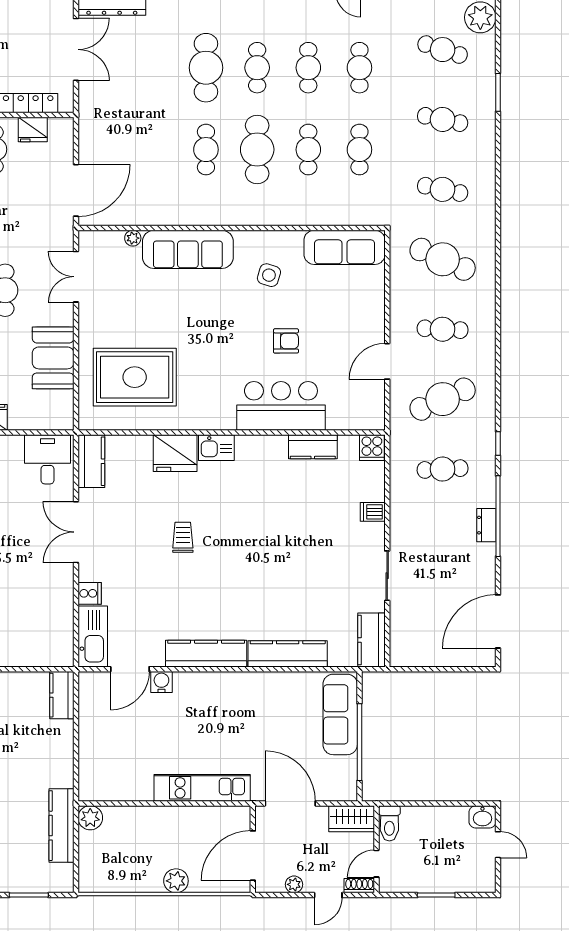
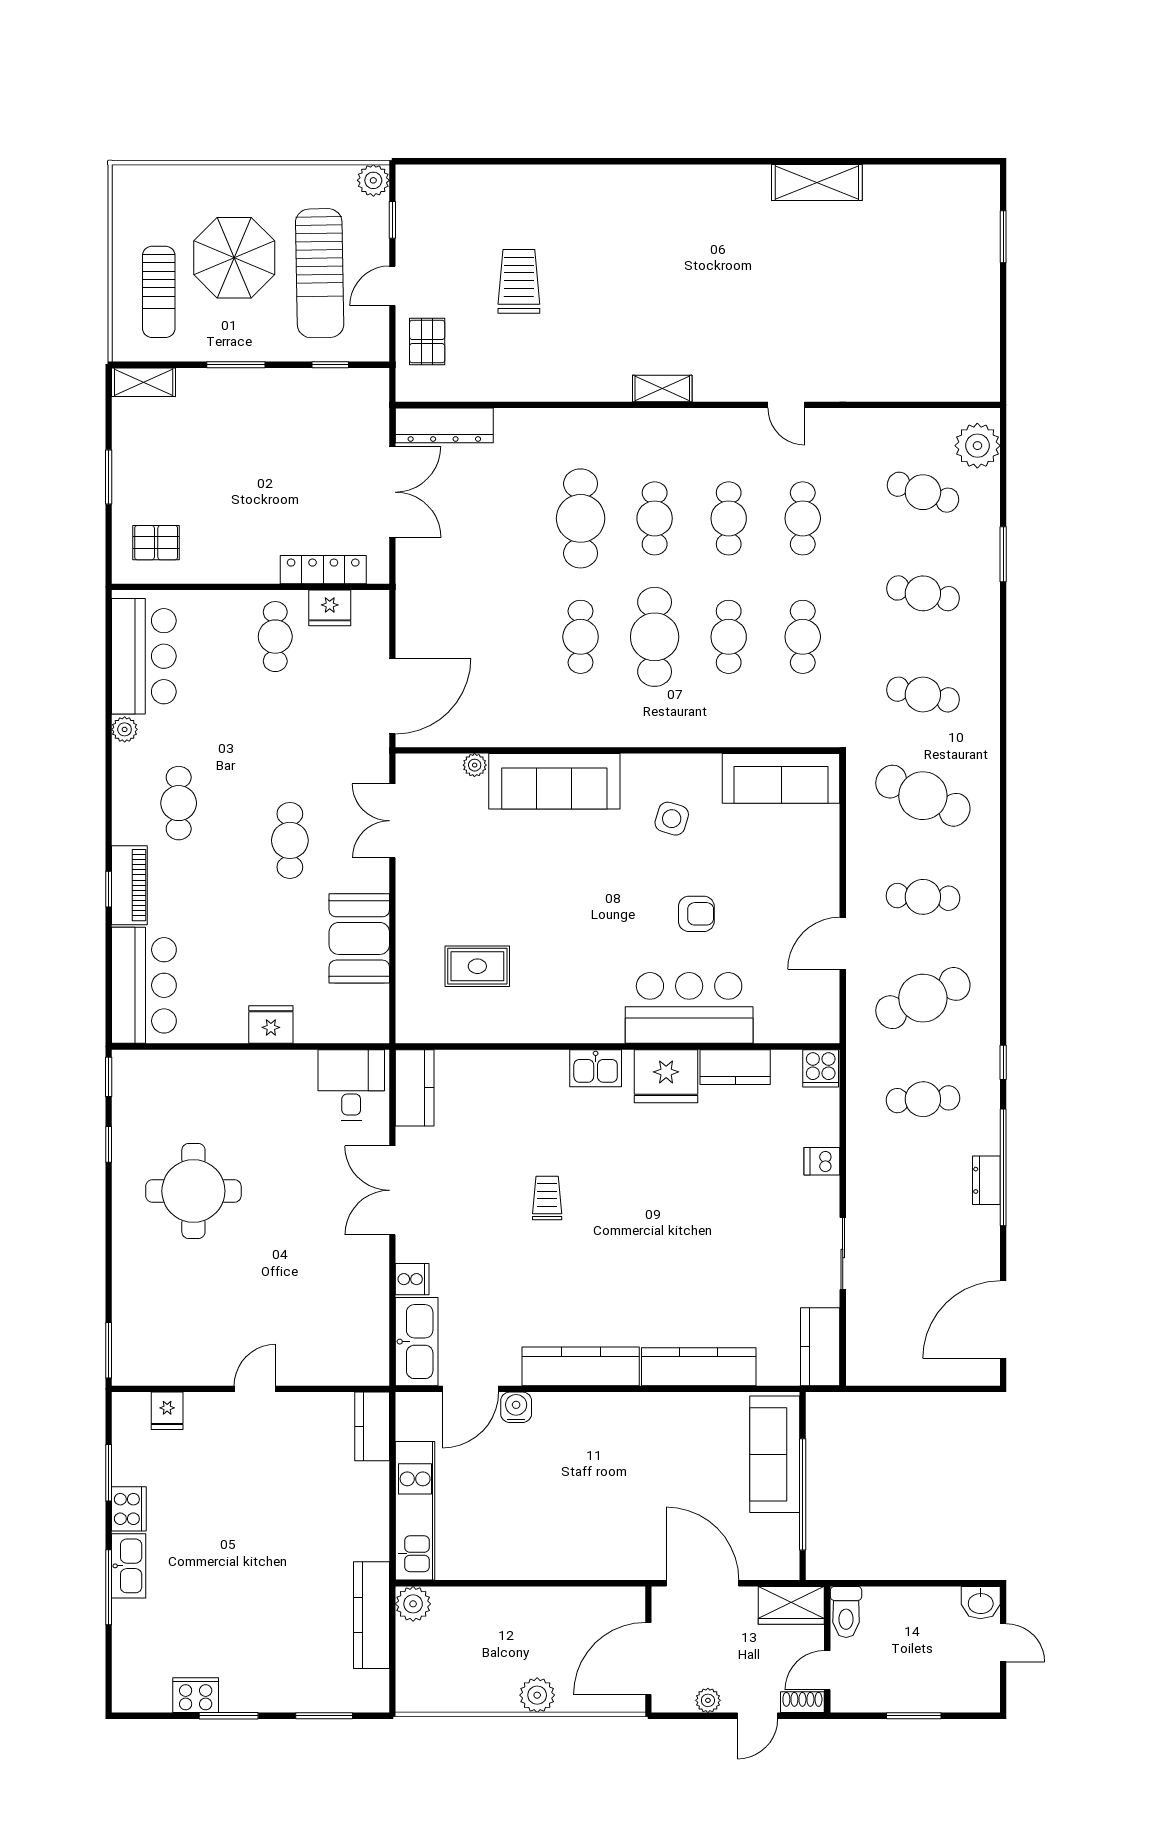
rug: (135, 377) -> (477, 966), width x0.54, depth x0.49
fridge: (175, 453) -> (666, 1076), moved
kitchen unit: (202, 788) -> (415, 1511), moved, turned 90

